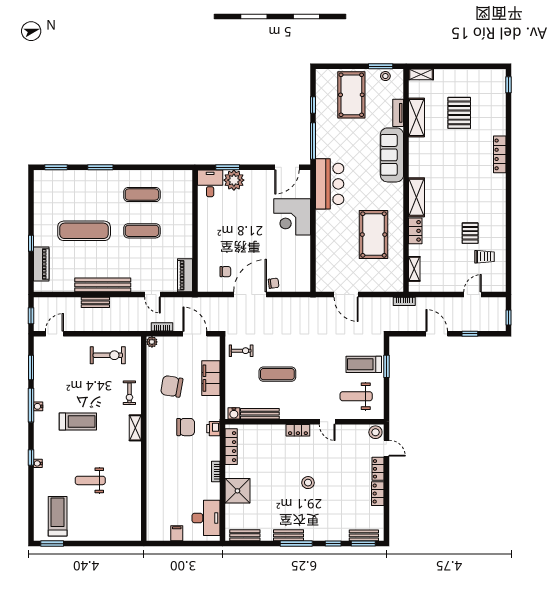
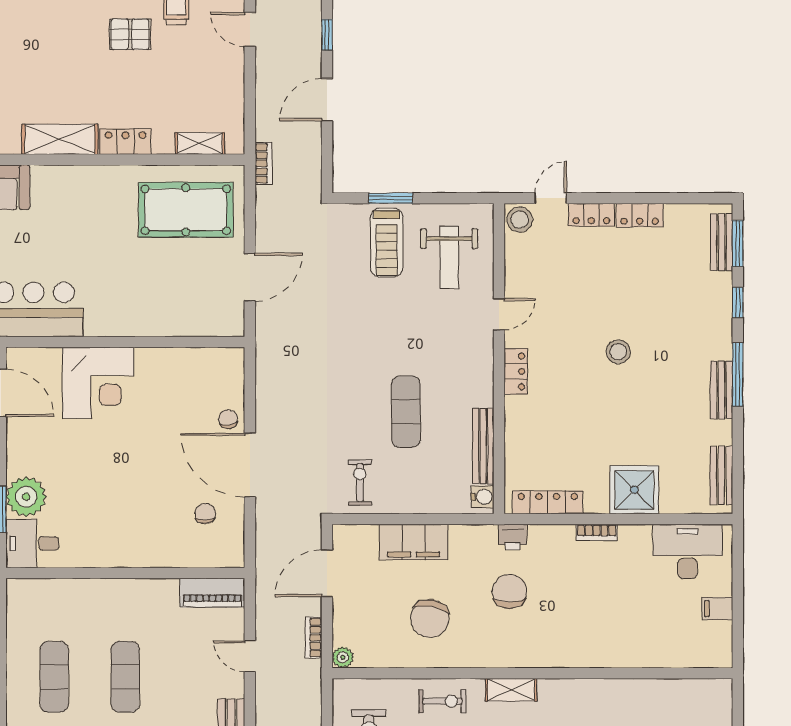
pool table: (374, 235) -> (186, 210), moved
door: (152, 294) -> (250, 656), swing flipped

